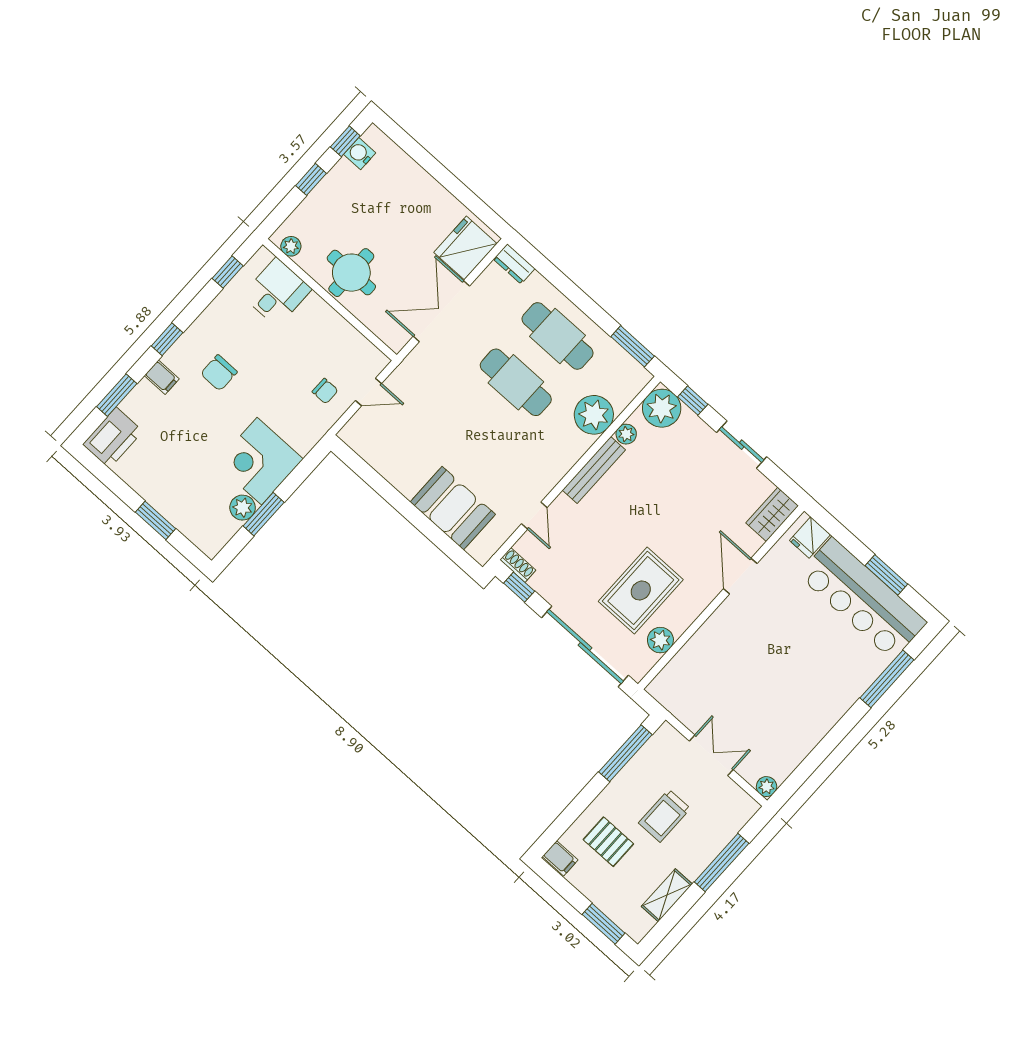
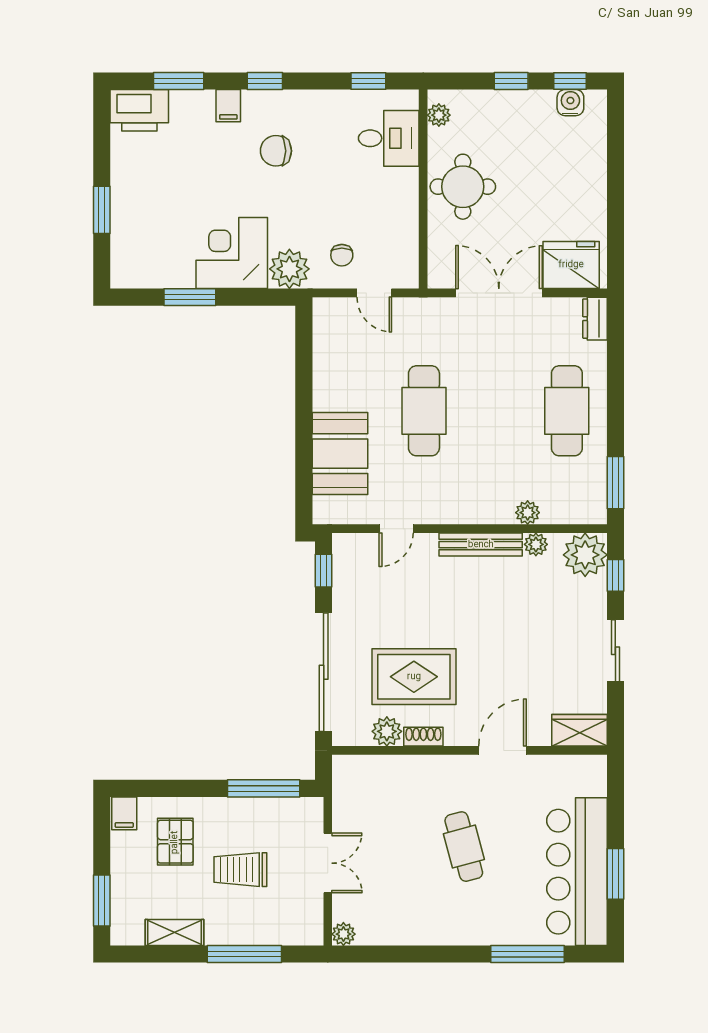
cafe table: (516, 382) -> (424, 411), moved
plant: (594, 415) -> (528, 513), width x0.53, depth x0.53
plant: (243, 508) -> (289, 269), moved, width x1.36, depth x1.36
fridge: (810, 538) -> (589, 780), removed
shoe rack: (518, 565) -> (423, 737), moved, turned -90
cafe table: (780, 657) -> (464, 847), added

